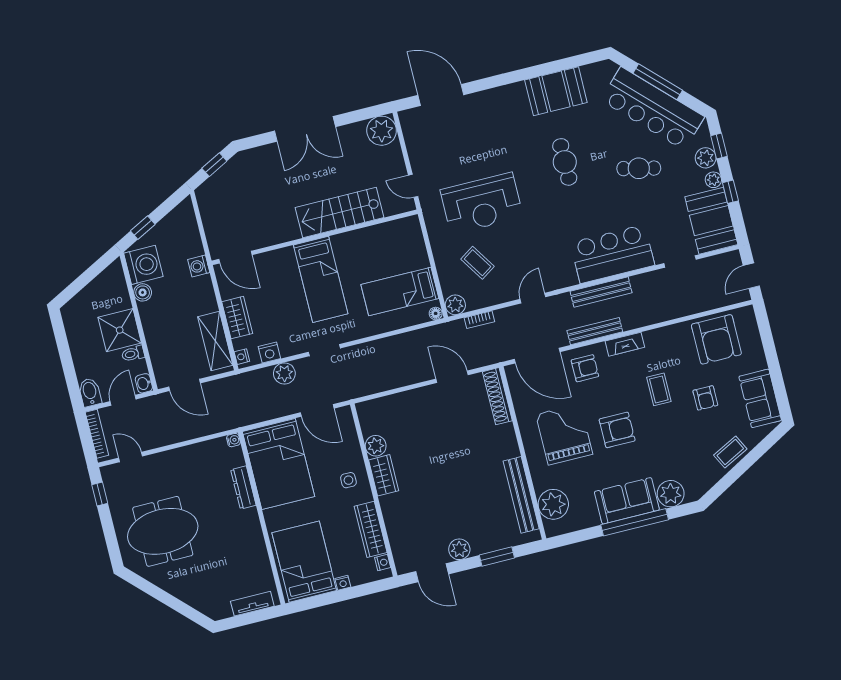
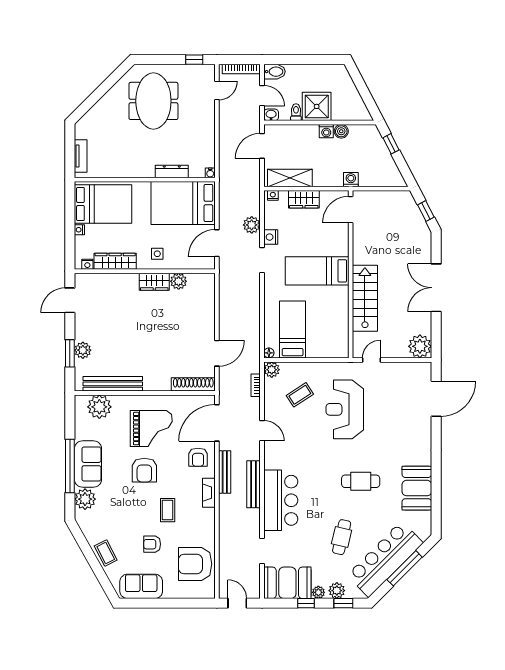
washing machine: (143, 265) -> (326, 131), moved, width x0.53, depth x0.53
nightstand: (269, 353) -> (271, 237), moved
coffee table: (659, 389) -> (168, 510), turned 90
plant: (459, 549) -> (83, 350), moved

